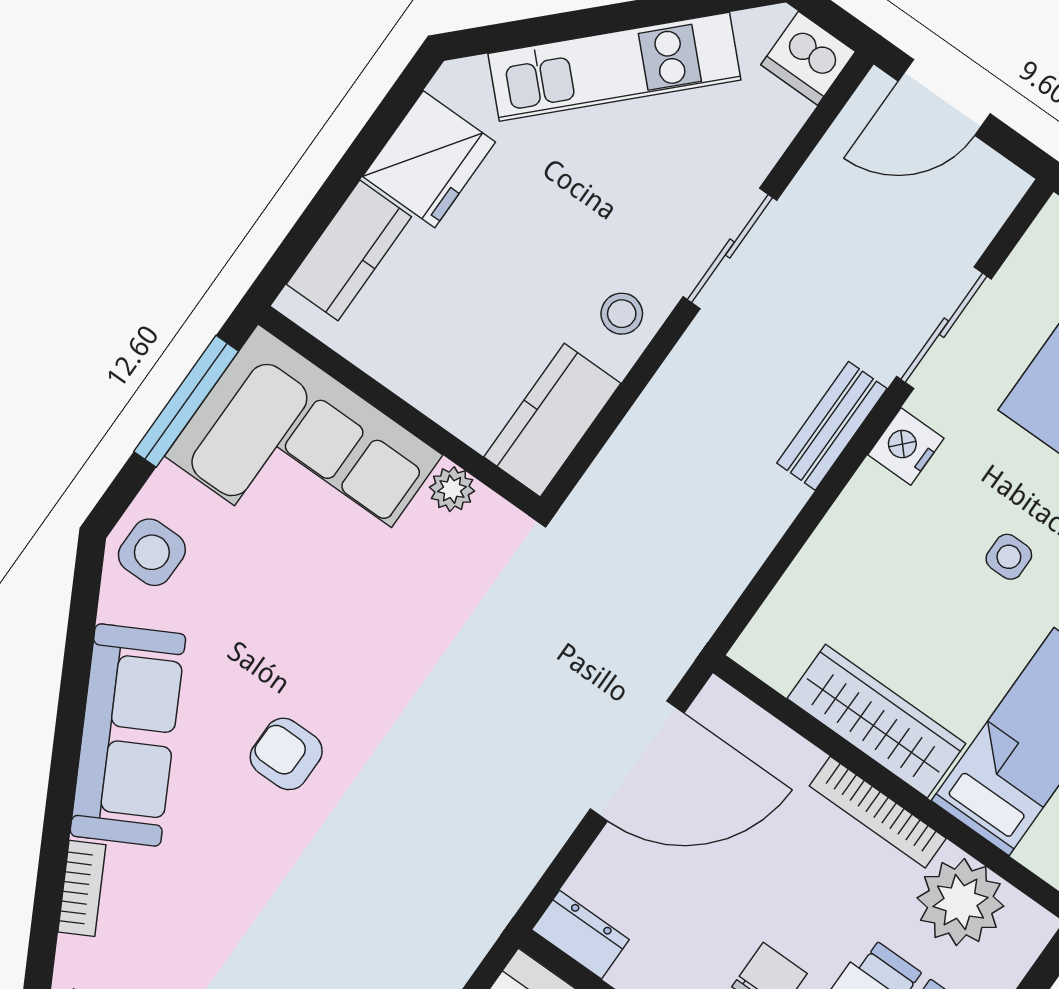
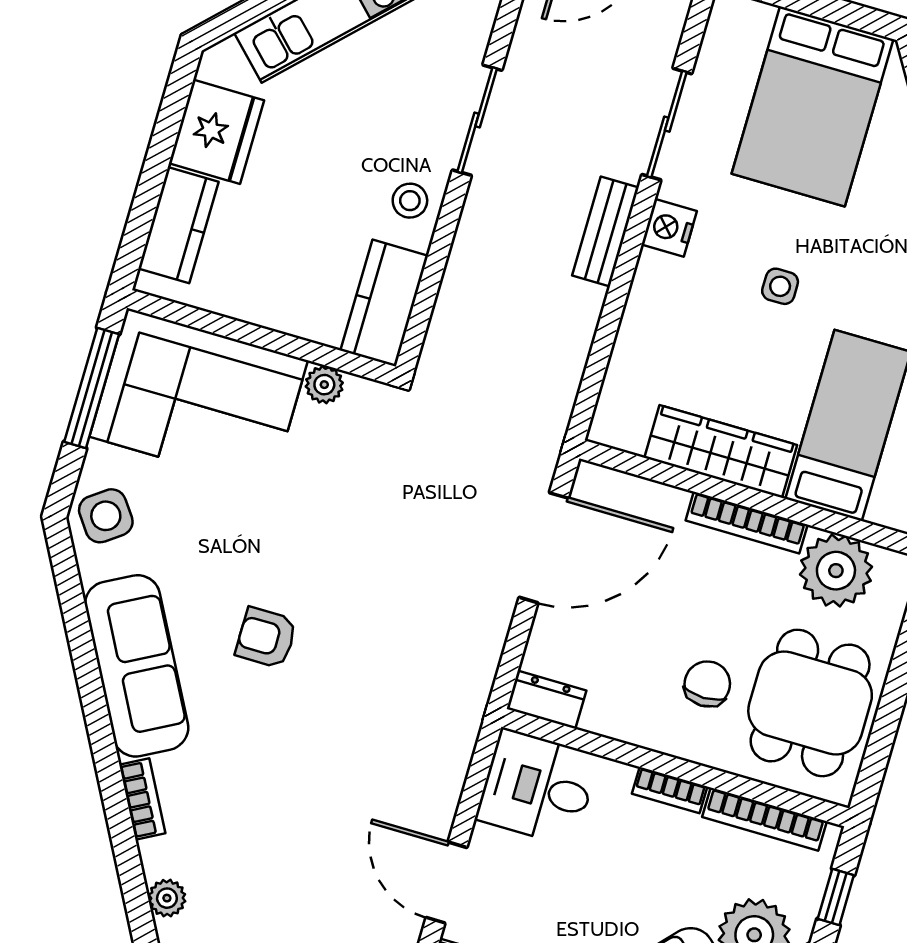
side table: (152, 552) -> (106, 516), turned -36

